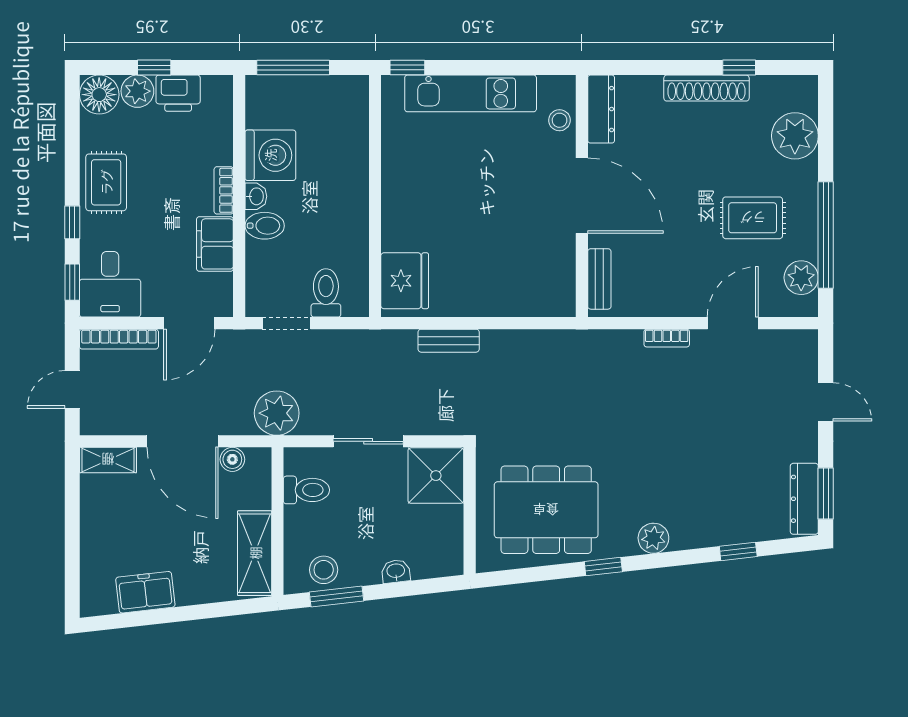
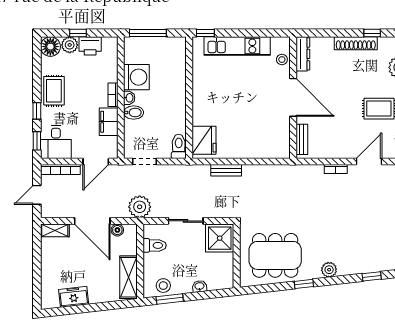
toilet: (326, 293) -> (179, 146), moved

